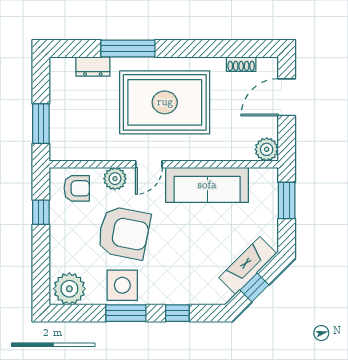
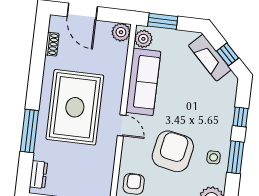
dresser: (93, 67) -> (38, 175), moved
plant: (115, 179) -> (143, 39), moved
side table: (122, 285) -> (214, 157), width x0.54, depth x0.54

